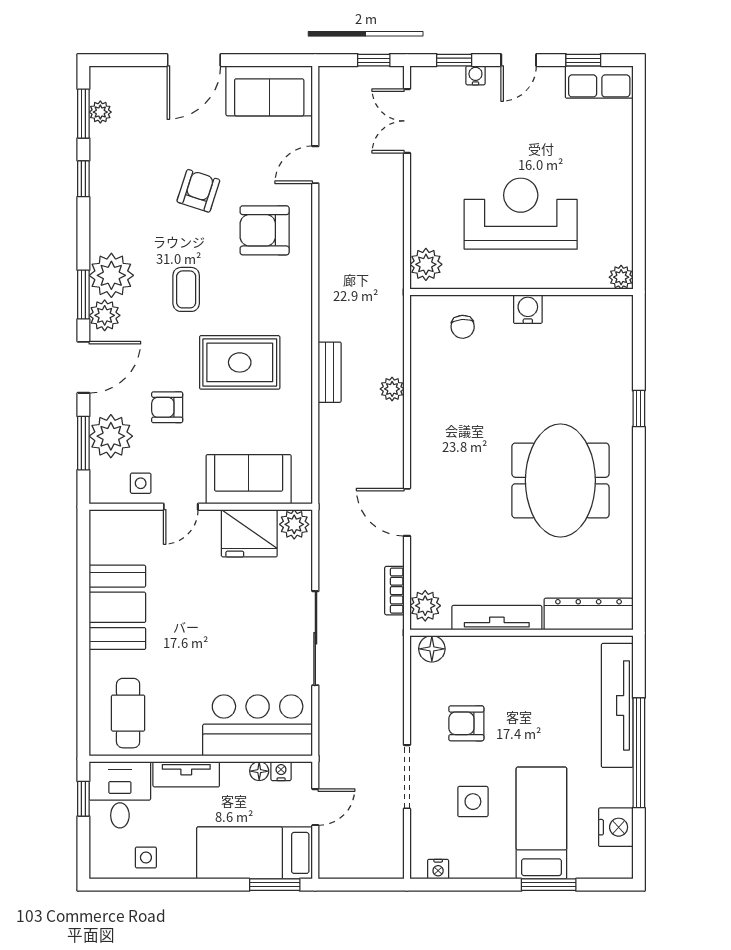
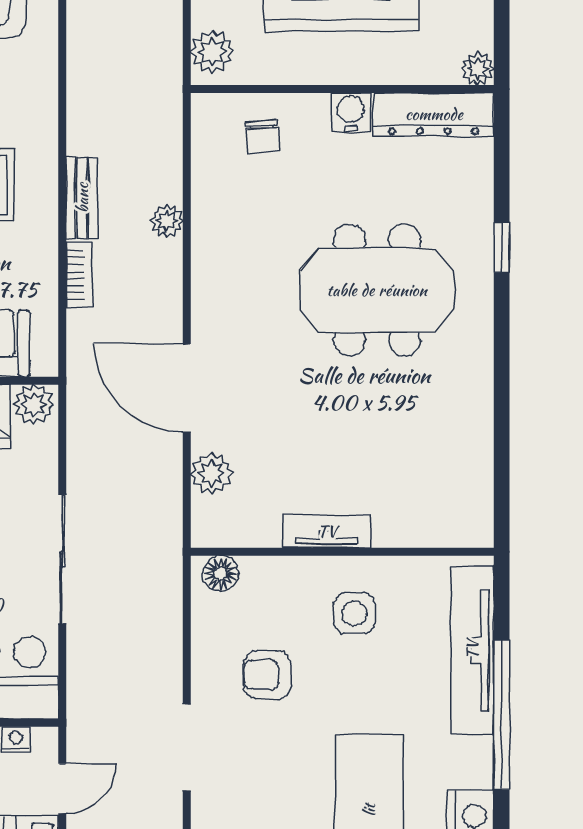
meeting table: (560, 481) -> (377, 290), moved, turned 90
door: (407, 512) -> (187, 388), width x1.36
bookcase: (394, 591) -> (79, 275), moved, turned 180
plant: (425, 606) -> (212, 473), moved
dresser: (588, 614) -> (434, 114), moved, turned 180
tv unit: (497, 618) -> (327, 531), width x0.71
side table: (473, 802) -> (354, 613), moved

